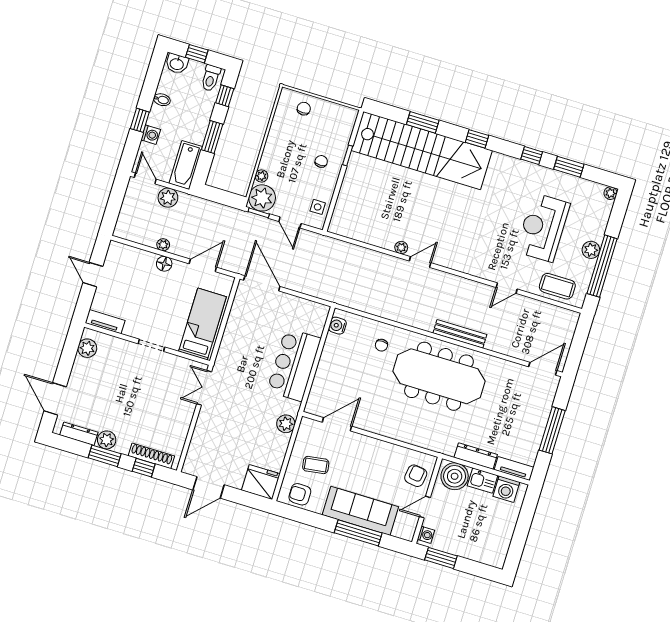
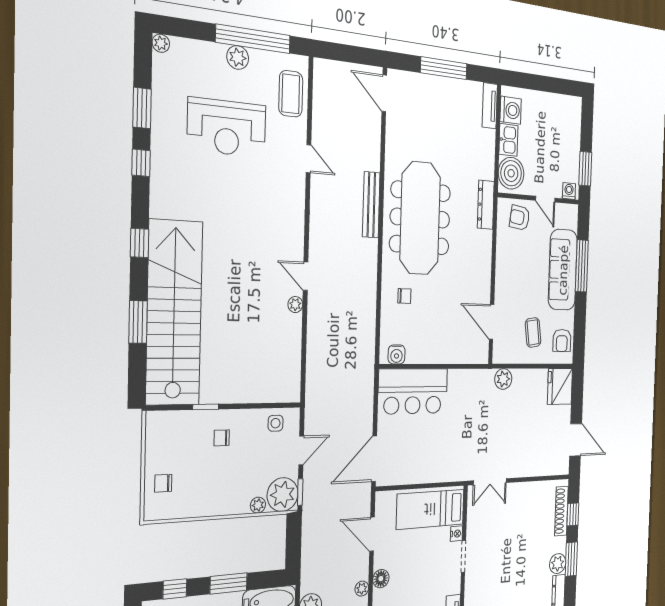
nightstand: (173, 344) -> (456, 534), added
bar counter: (294, 365) -> (413, 391), moved
dresser: (476, 456) -> (486, 205), moved

